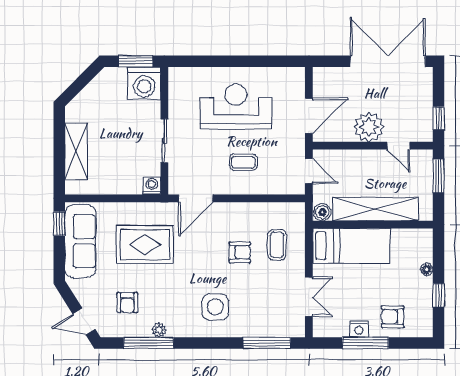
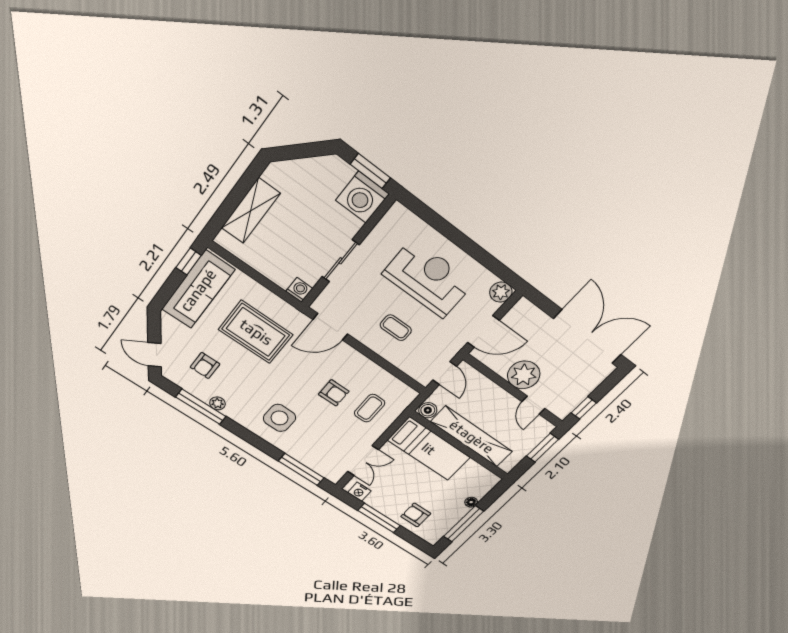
plant: (295, 77) -> (501, 292), added
window: (439, 295) -> (463, 524), width x2.17
nightstand: (359, 329) -> (359, 492), moved

